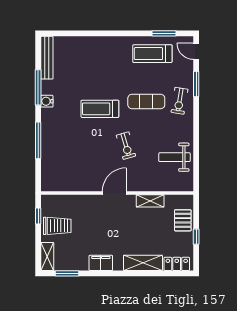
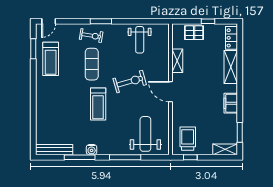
window: (196, 84) -> (101, 21), moved
exercise bike: (126, 146) -> (130, 82), width x1.38, depth x1.39
weight bench: (65, 164) -> (145, 134), added
trolley: (57, 226) -> (188, 139), moved

